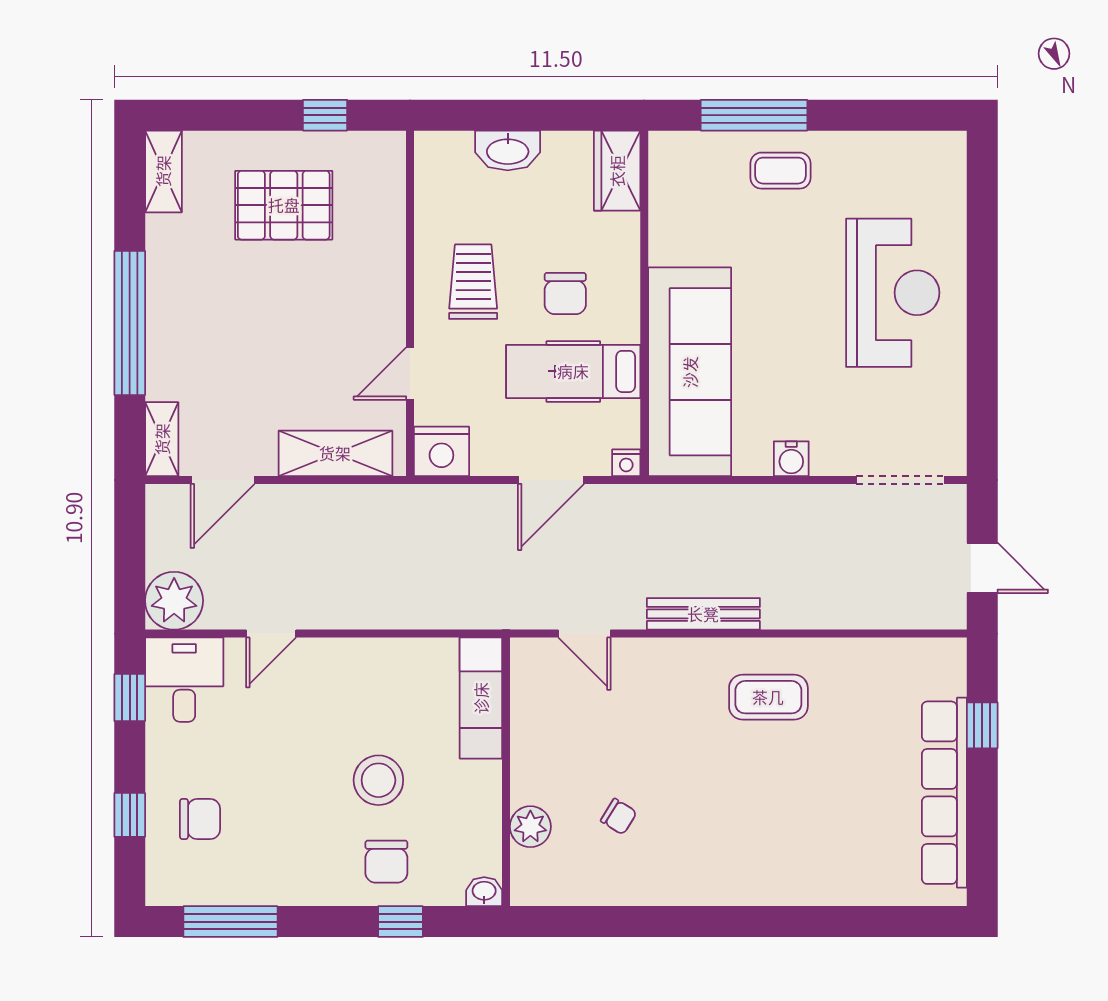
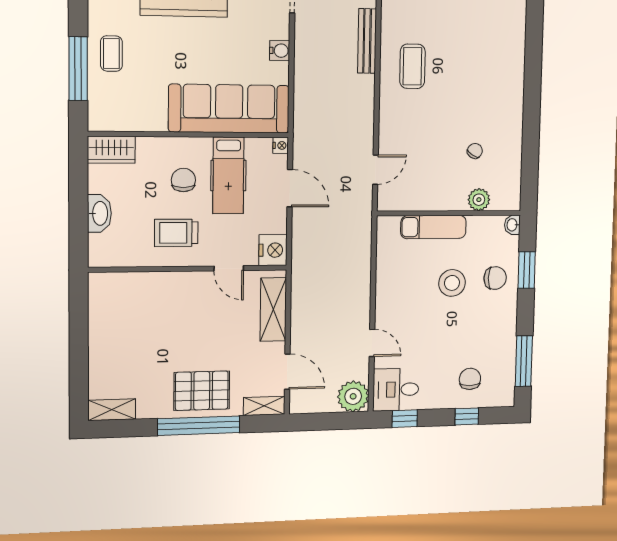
window: (325, 115) -> (79, 319), removed
pallet: (284, 205) -> (202, 391), moved, turned 90
chair: (565, 294) -> (183, 180), turned -90
bench: (703, 614) -> (367, 41), moved
exam couch: (481, 698) -> (433, 227), moved
window: (400, 922) -> (527, 270), width x1.50

